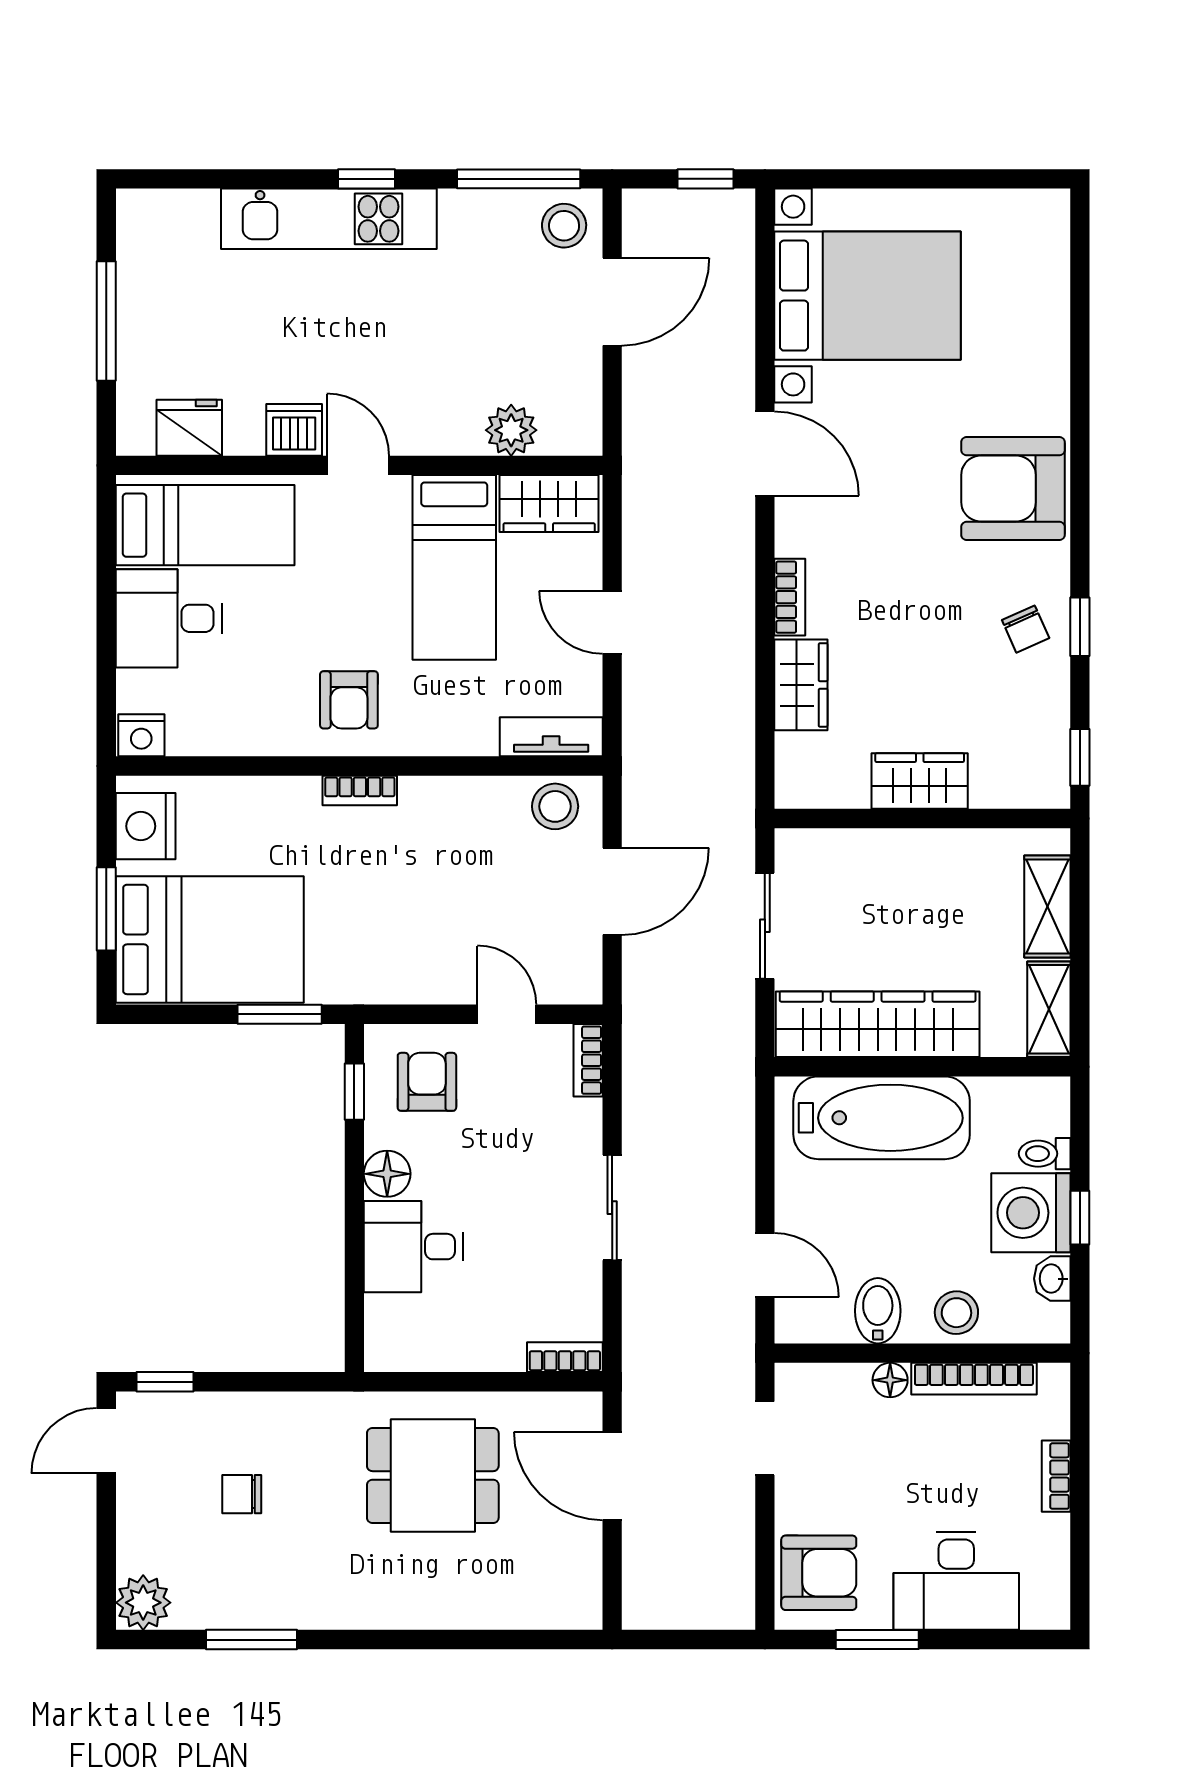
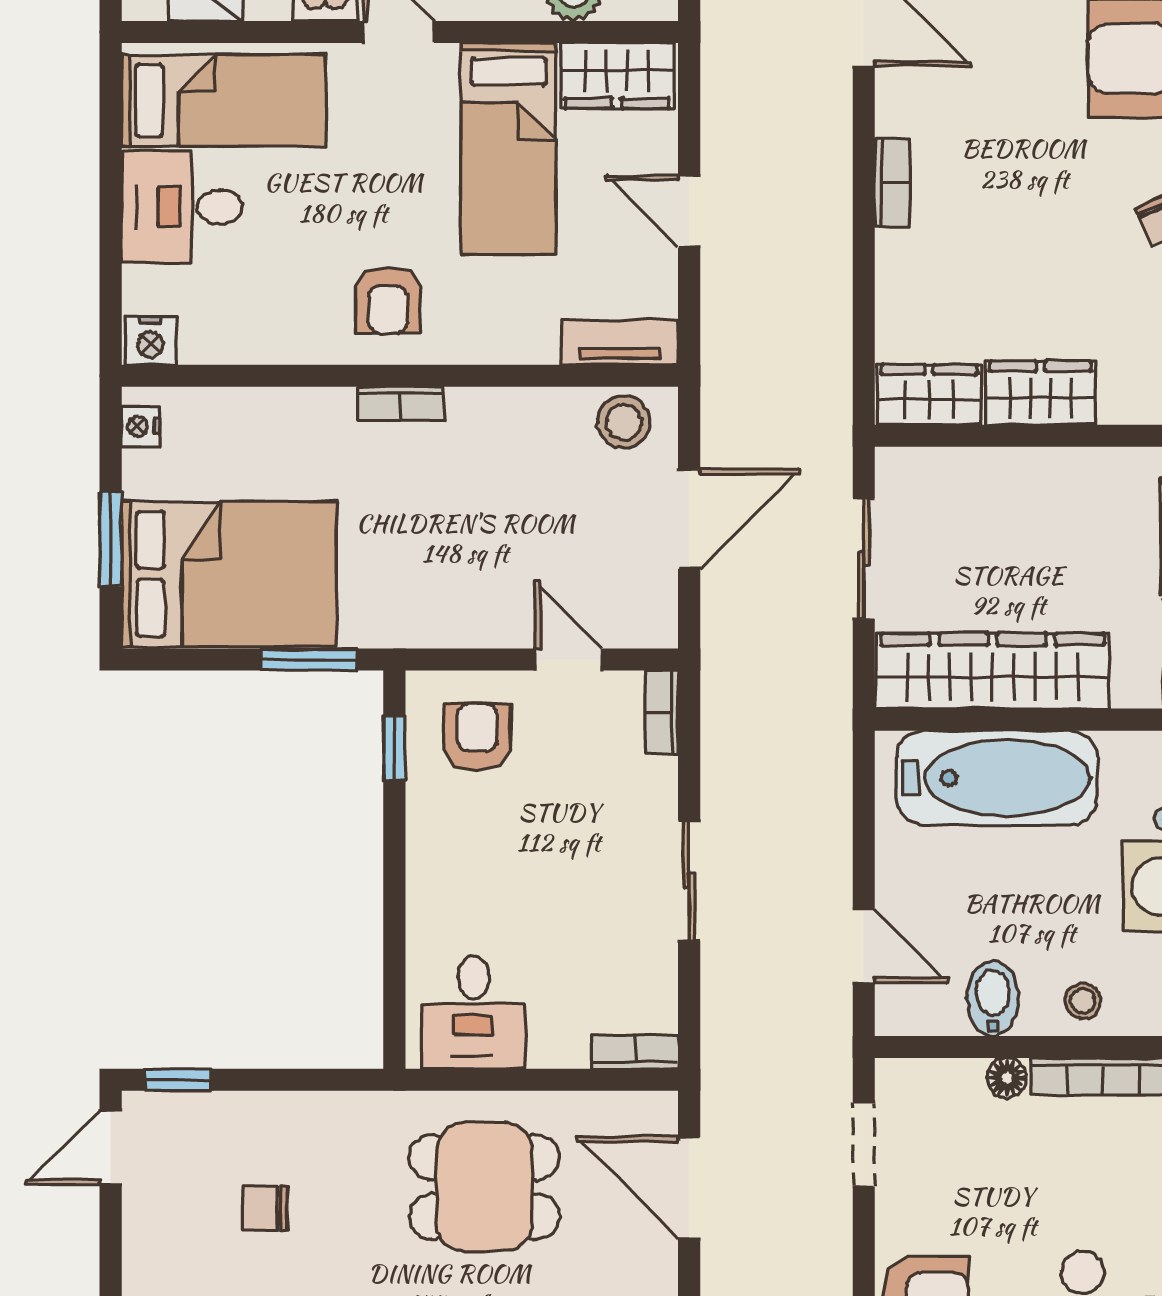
wardrobe: (801, 685) -> (929, 395), moved, turned -90
nightstand: (146, 826) -> (141, 426), width x0.53, depth x0.56
floor lamp: (387, 1174) -> (432, 842), removed
desk: (413, 1247) -> (473, 1012), moved, turned -90
stool: (956, 1313) -> (1083, 1001), width x0.73, depth x0.73

